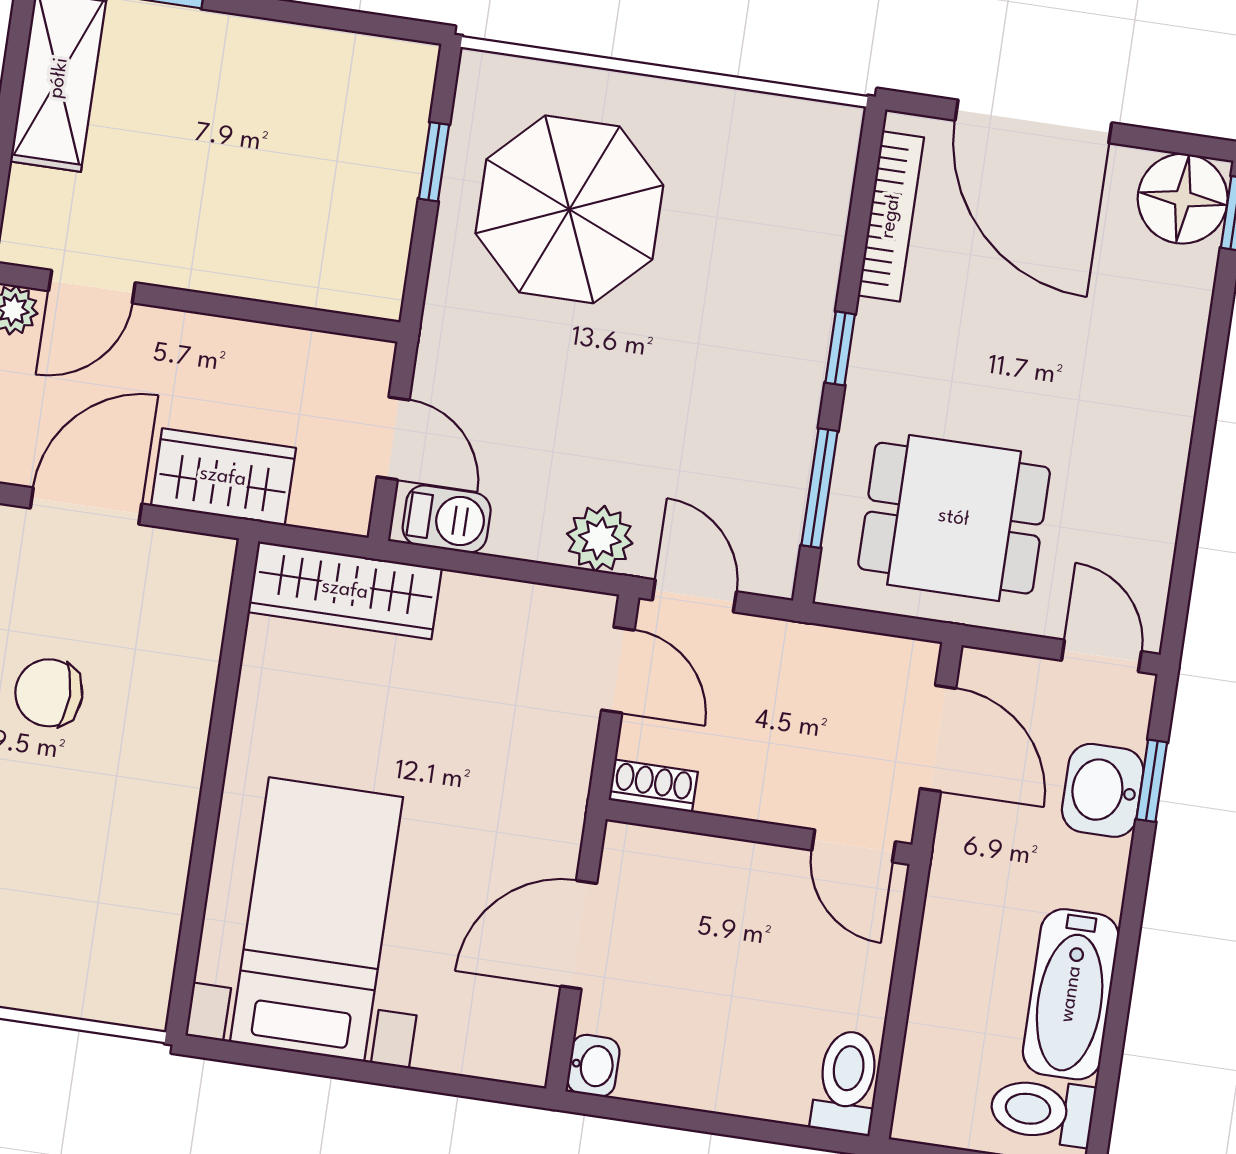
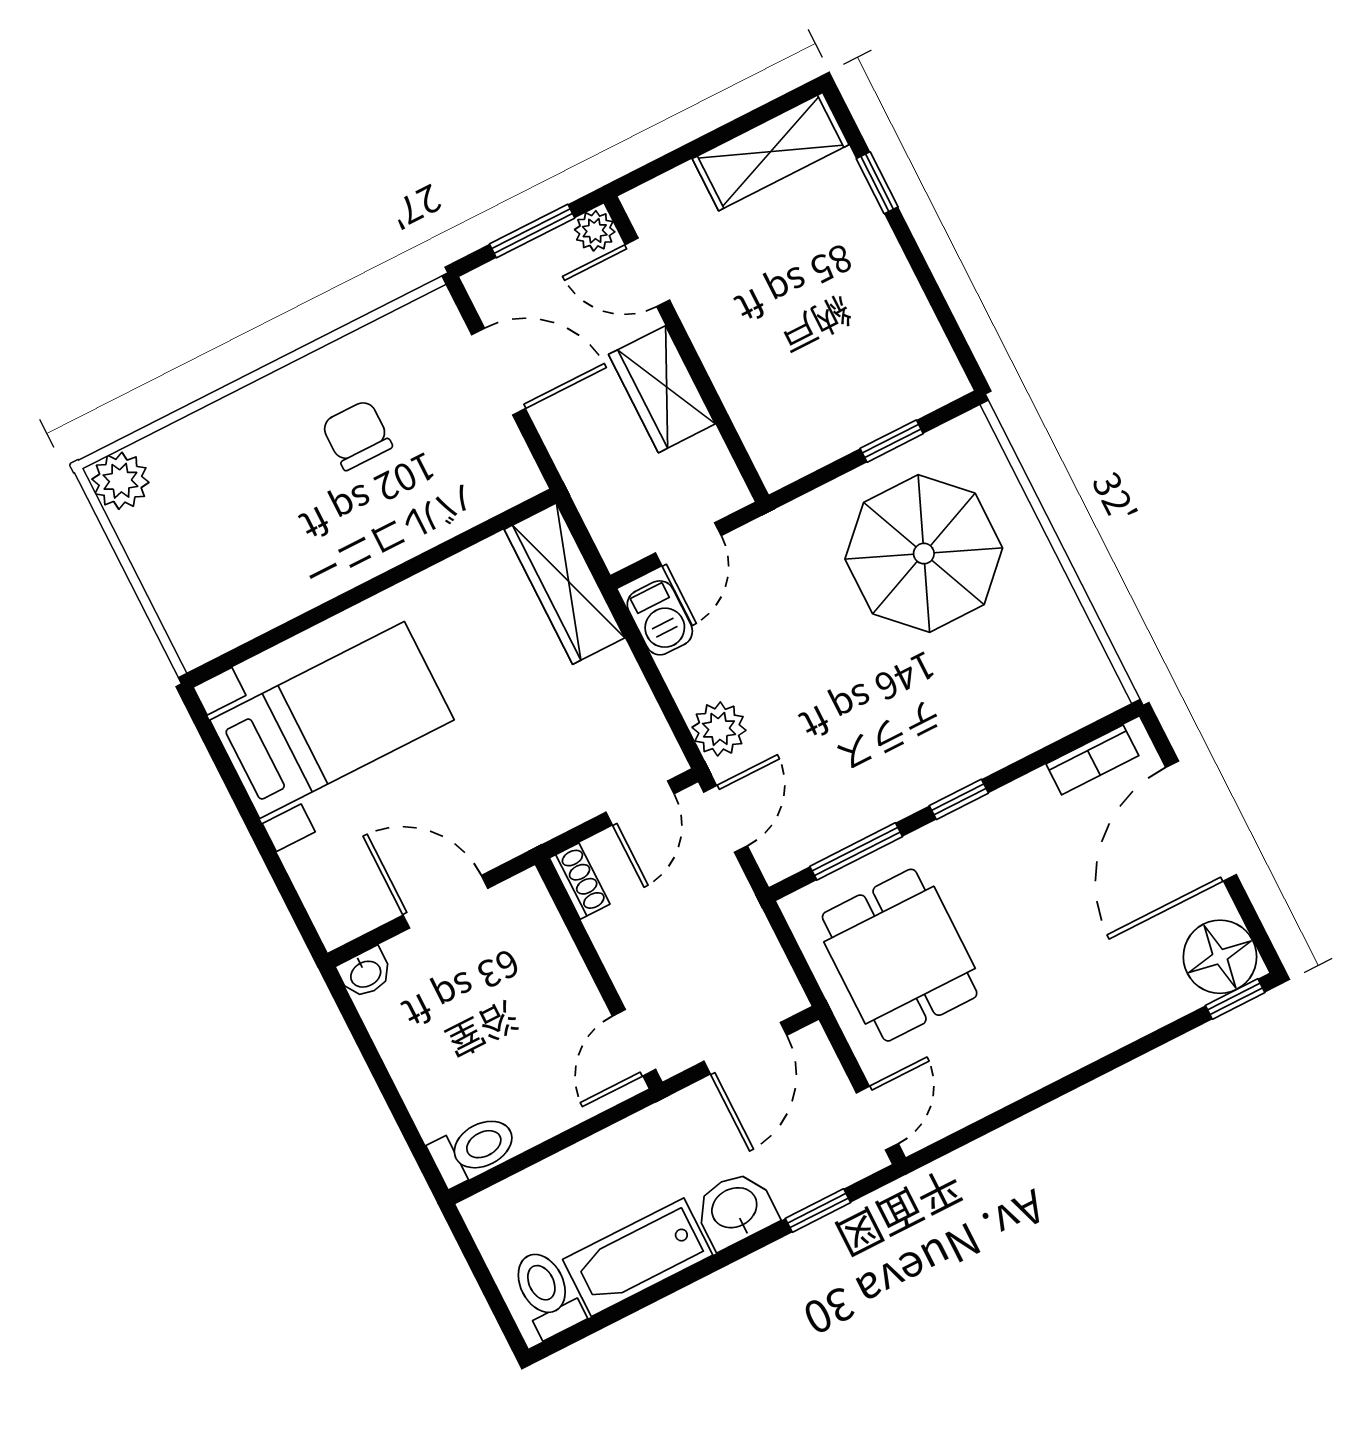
bookcase: (891, 216) -> (1092, 760), width x0.64
wardrobe: (223, 477) -> (662, 389), moved, turned 180
washbasin: (1103, 790) -> (735, 1209), moved

